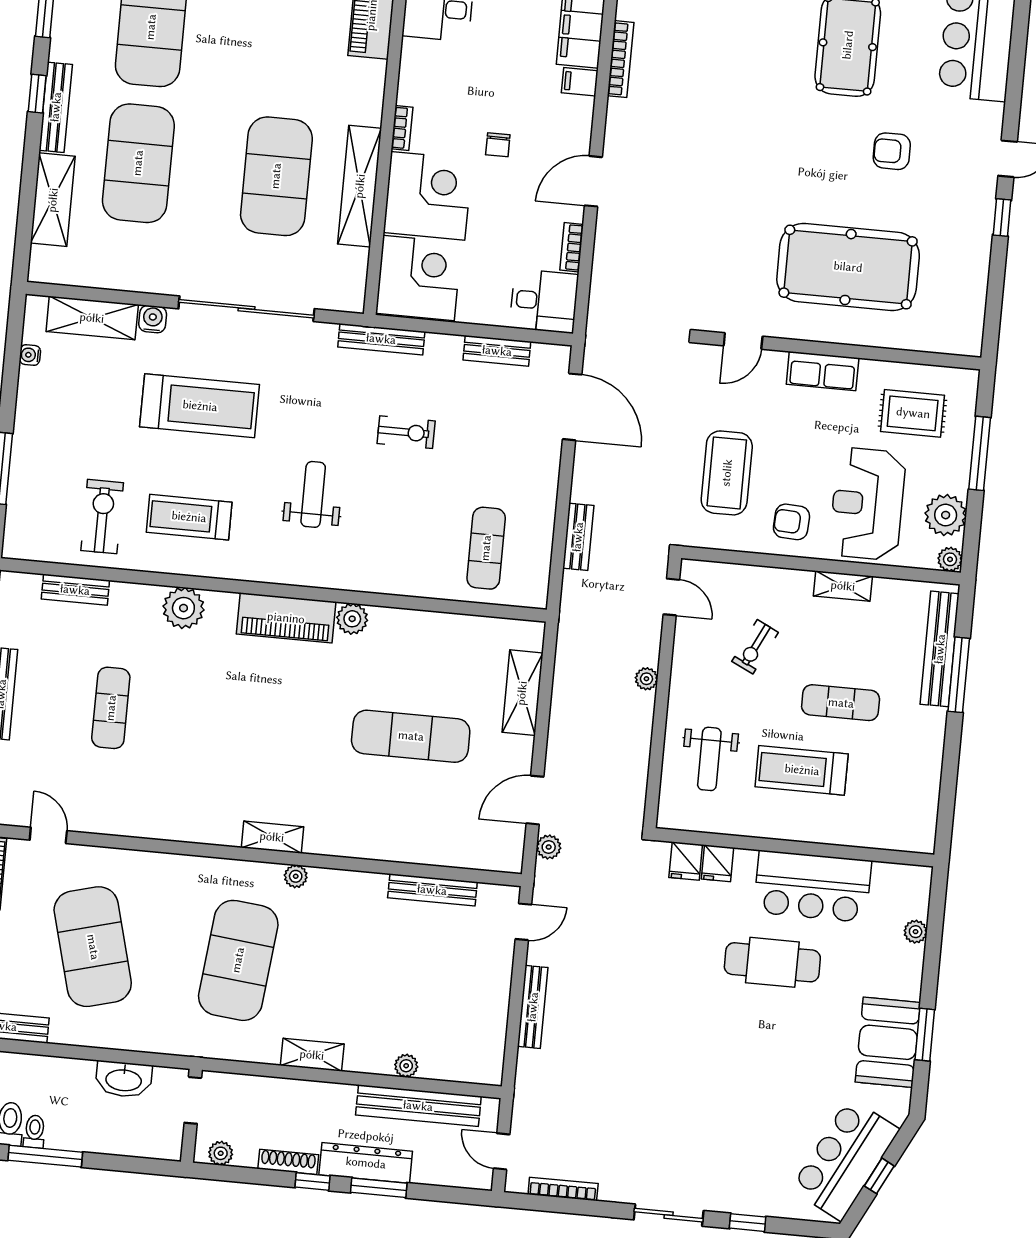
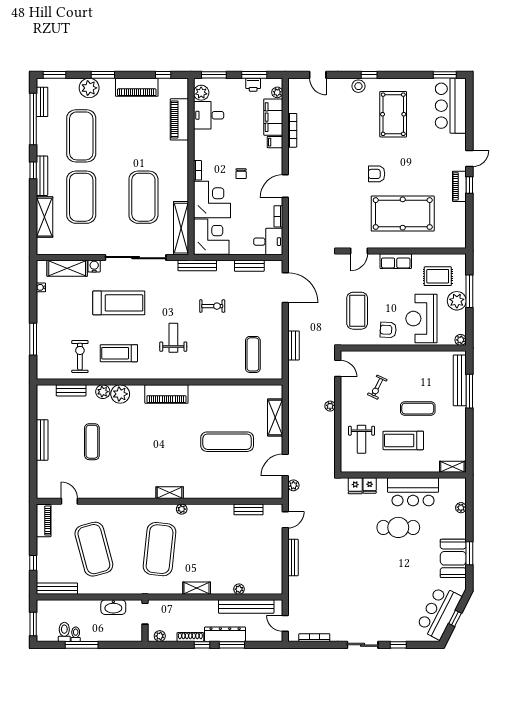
armchair: (892, 151) -> (377, 174), moved
shelving: (360, 186) -> (181, 228), moved
piano: (979, 219) -> (459, 186), added
plant: (946, 515) -> (457, 301), moved
shelving: (843, 586) -> (452, 467), moved
plant: (352, 619) -> (103, 392), moved
bench: (432, 890) -> (249, 509), width x0.73

